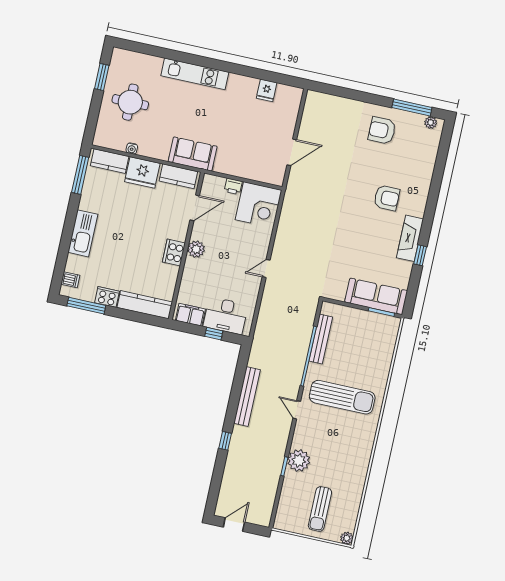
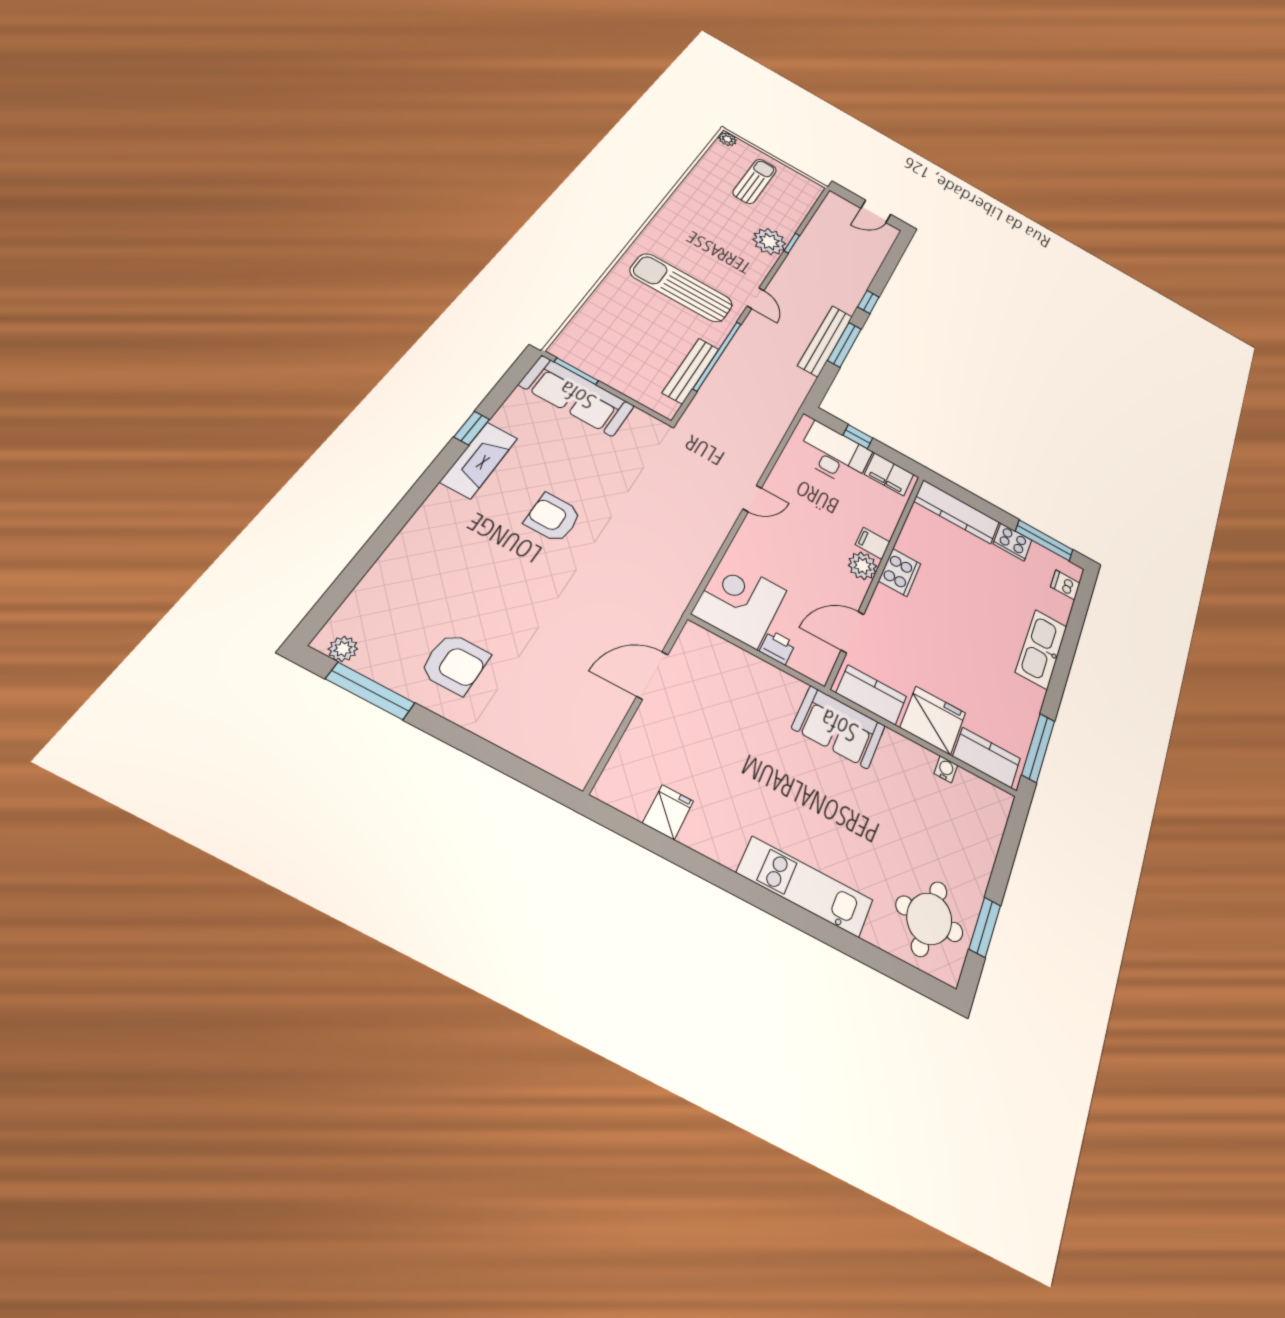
round table: (130, 102) -> (929, 919), moved
armchair: (387, 198) -> (553, 518), moved
filing cabinet: (193, 265) -> (873, 543), added
window: (234, 399) -> (844, 345), added

